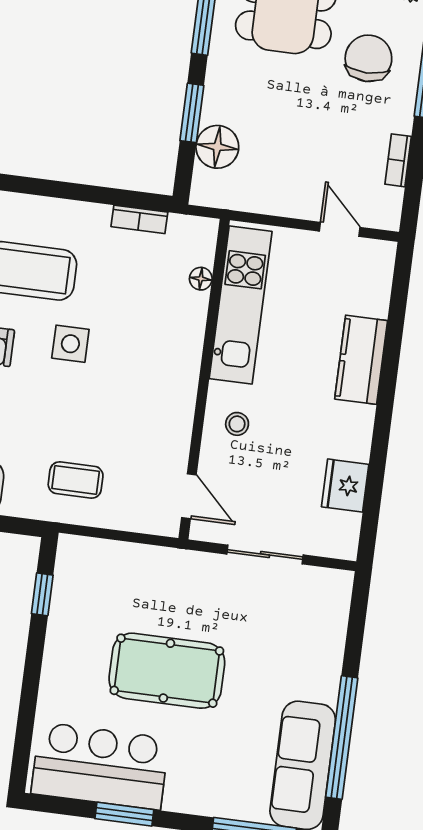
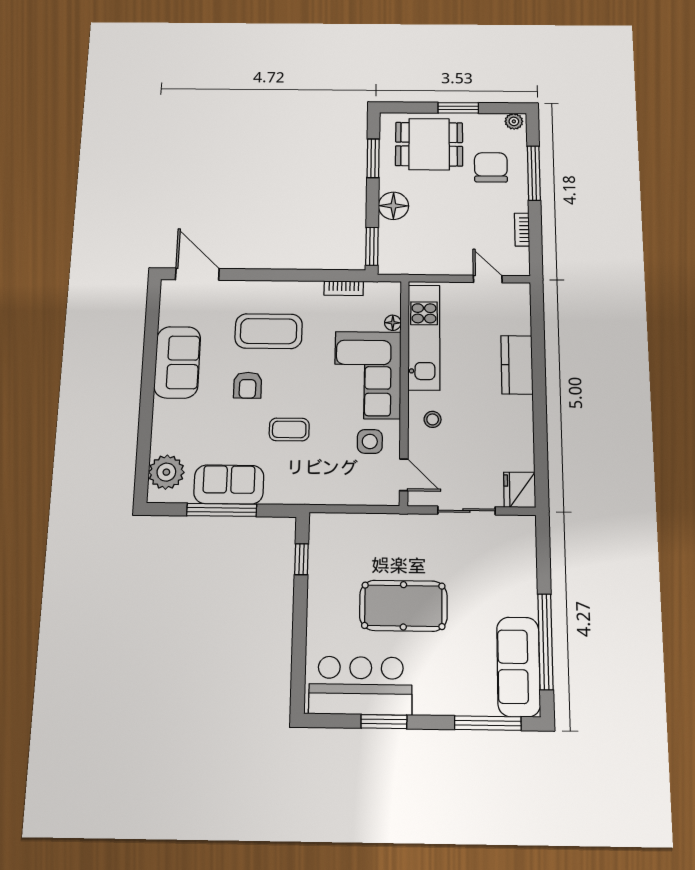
window: (192, 113) -> (372, 246), moved
floor lamp: (217, 147) -> (393, 206), moved
side table: (70, 344) -> (370, 441), moved
corner sofa: (158, 350) -> (368, 375), added
coffee table: (76, 480) -> (289, 429), moved
fridge: (345, 486) -> (520, 490), moved

